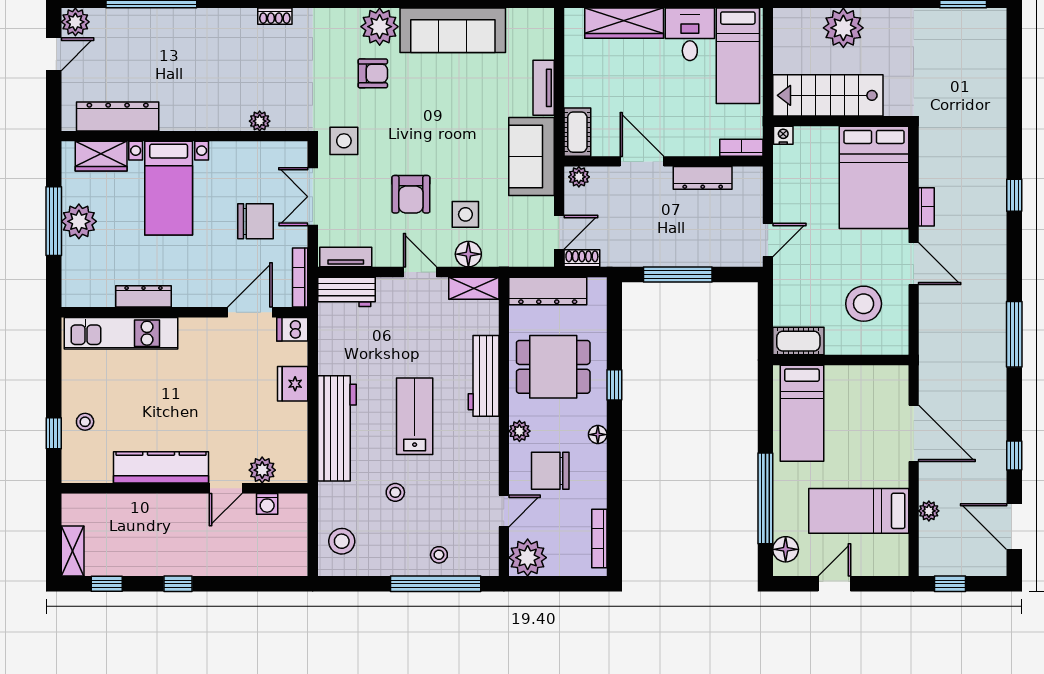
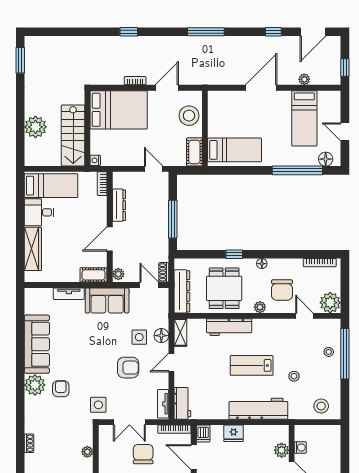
cot: (798, 341) -> (194, 152), moved
wall: (841, 360) -> (205, 128), moved
bed: (802, 413) -> (234, 150), moved

